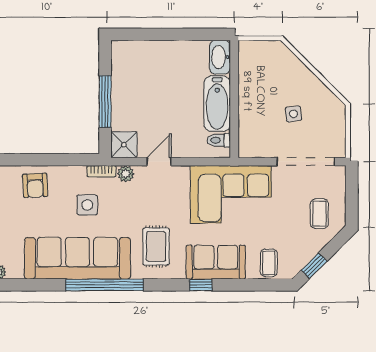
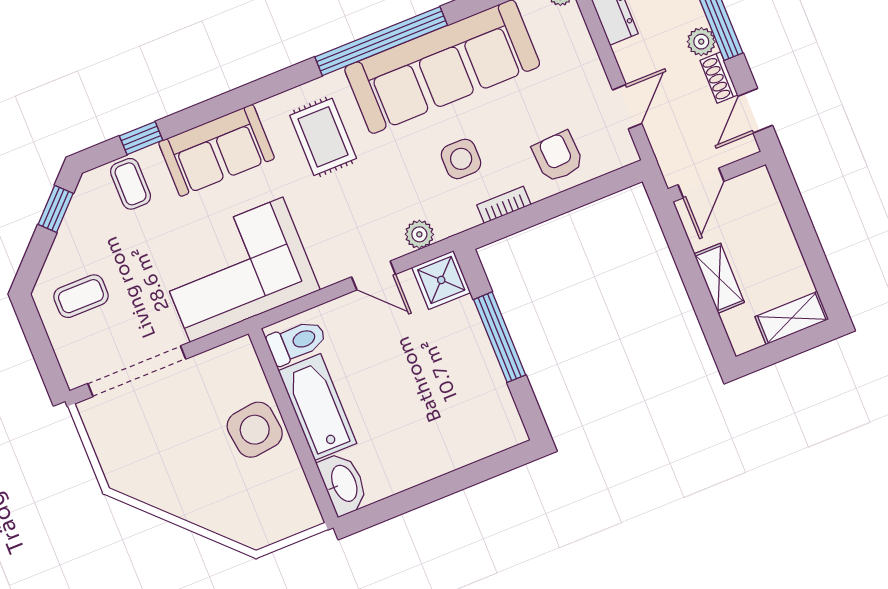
side table: (293, 114) -> (255, 430), moved, width x1.87, depth x1.87
toilet: (219, 140) -> (297, 342), width x1.37, depth x1.39
door: (159, 162) -> (373, 276), hinge flipped
bookcase: (101, 171) -> (504, 205), moved
coffee table: (319, 214) -> (81, 296), turned 90
window: (201, 285) -> (141, 138), moved

